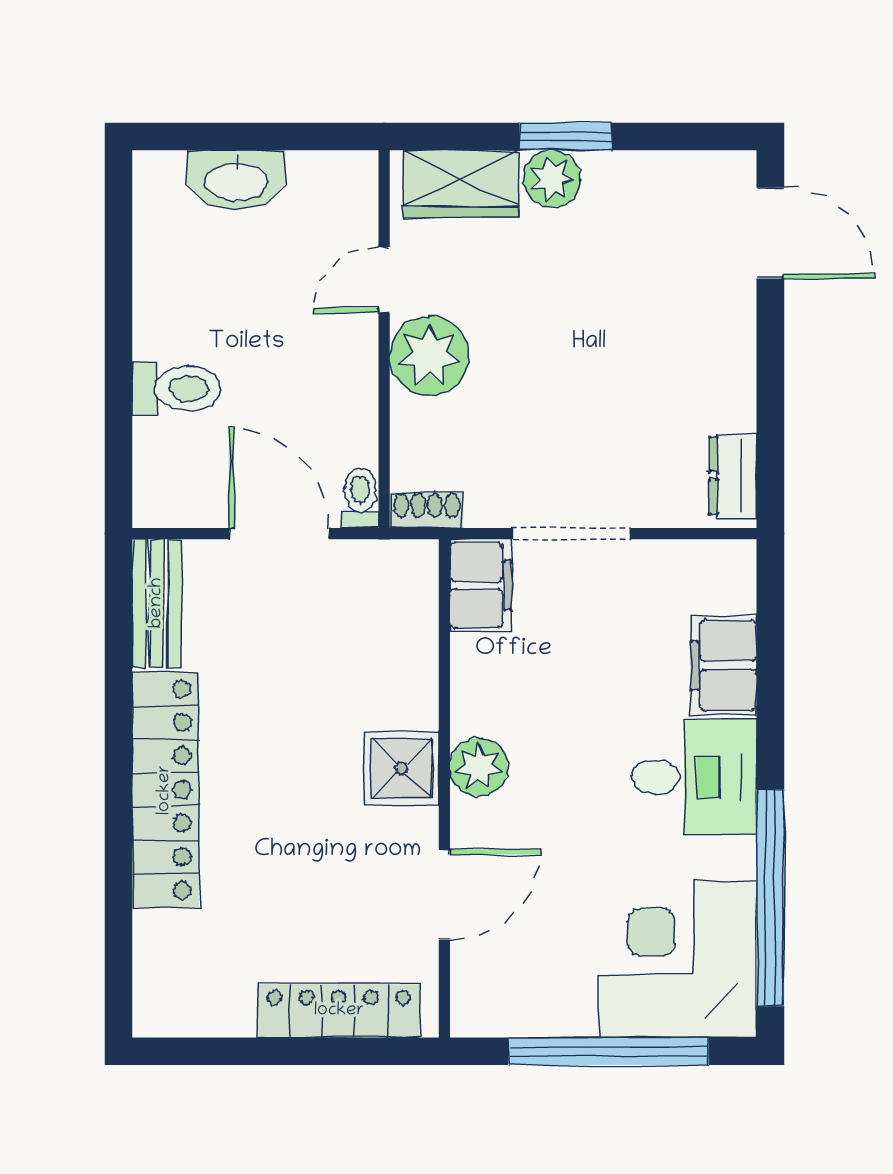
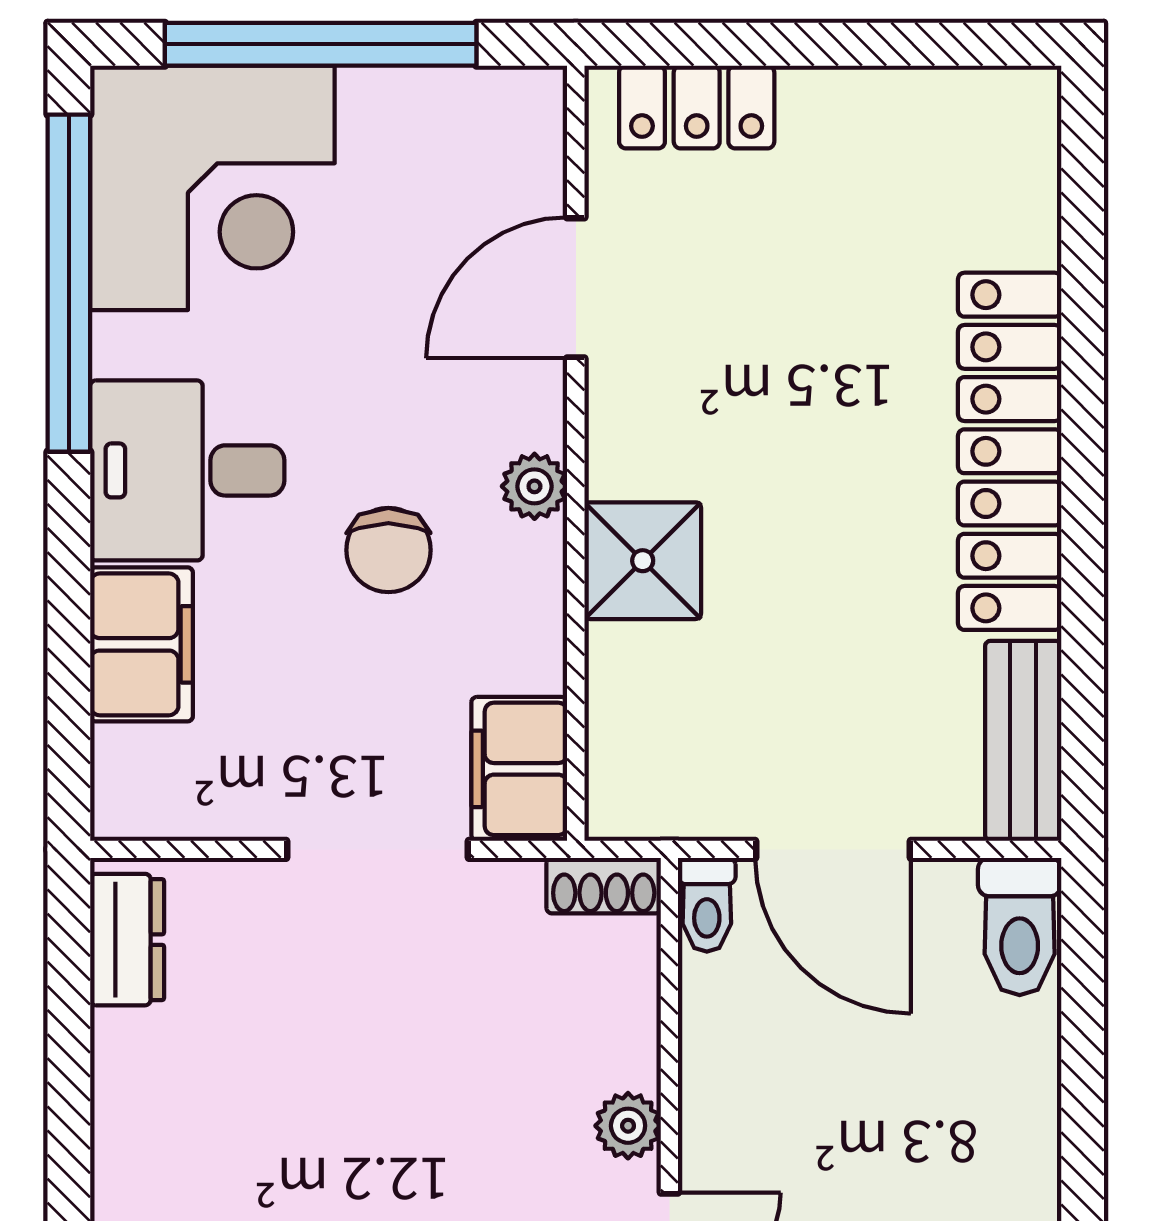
plant: (429, 356) -> (628, 1126), width x0.53, depth x0.53
toilet: (176, 389) -> (1020, 927), moved, turned -90
chair: (565, 726) -> (388, 550), added
plant: (479, 767) -> (534, 486), width x0.73, depth x0.73
shower: (401, 769) -> (643, 561), moved
locker: (339, 1011) -> (697, 107), width x0.66

